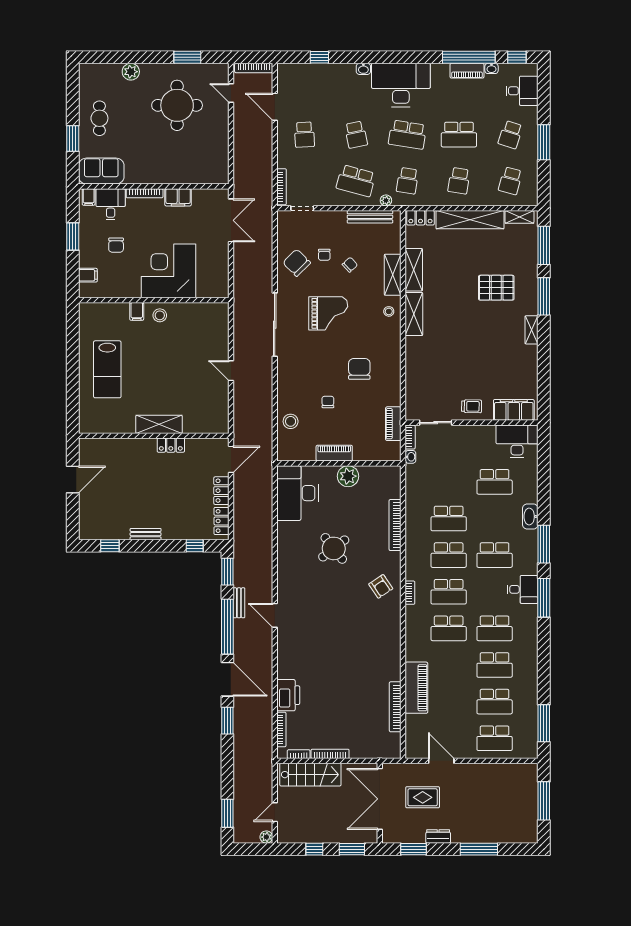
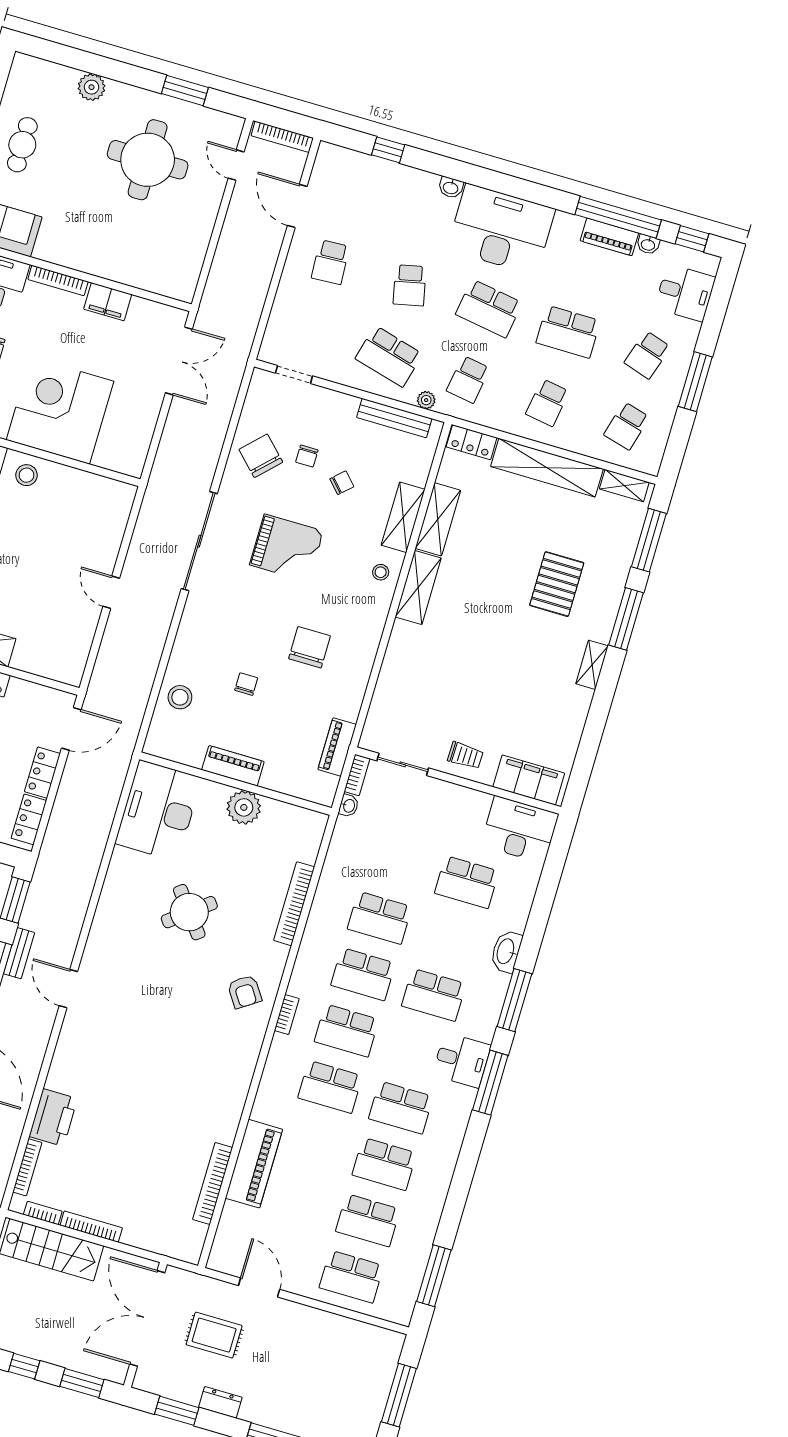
bookcase: (282, 187) -> (272, 332), removed
pallet: (496, 288) -> (557, 584), turned 90

